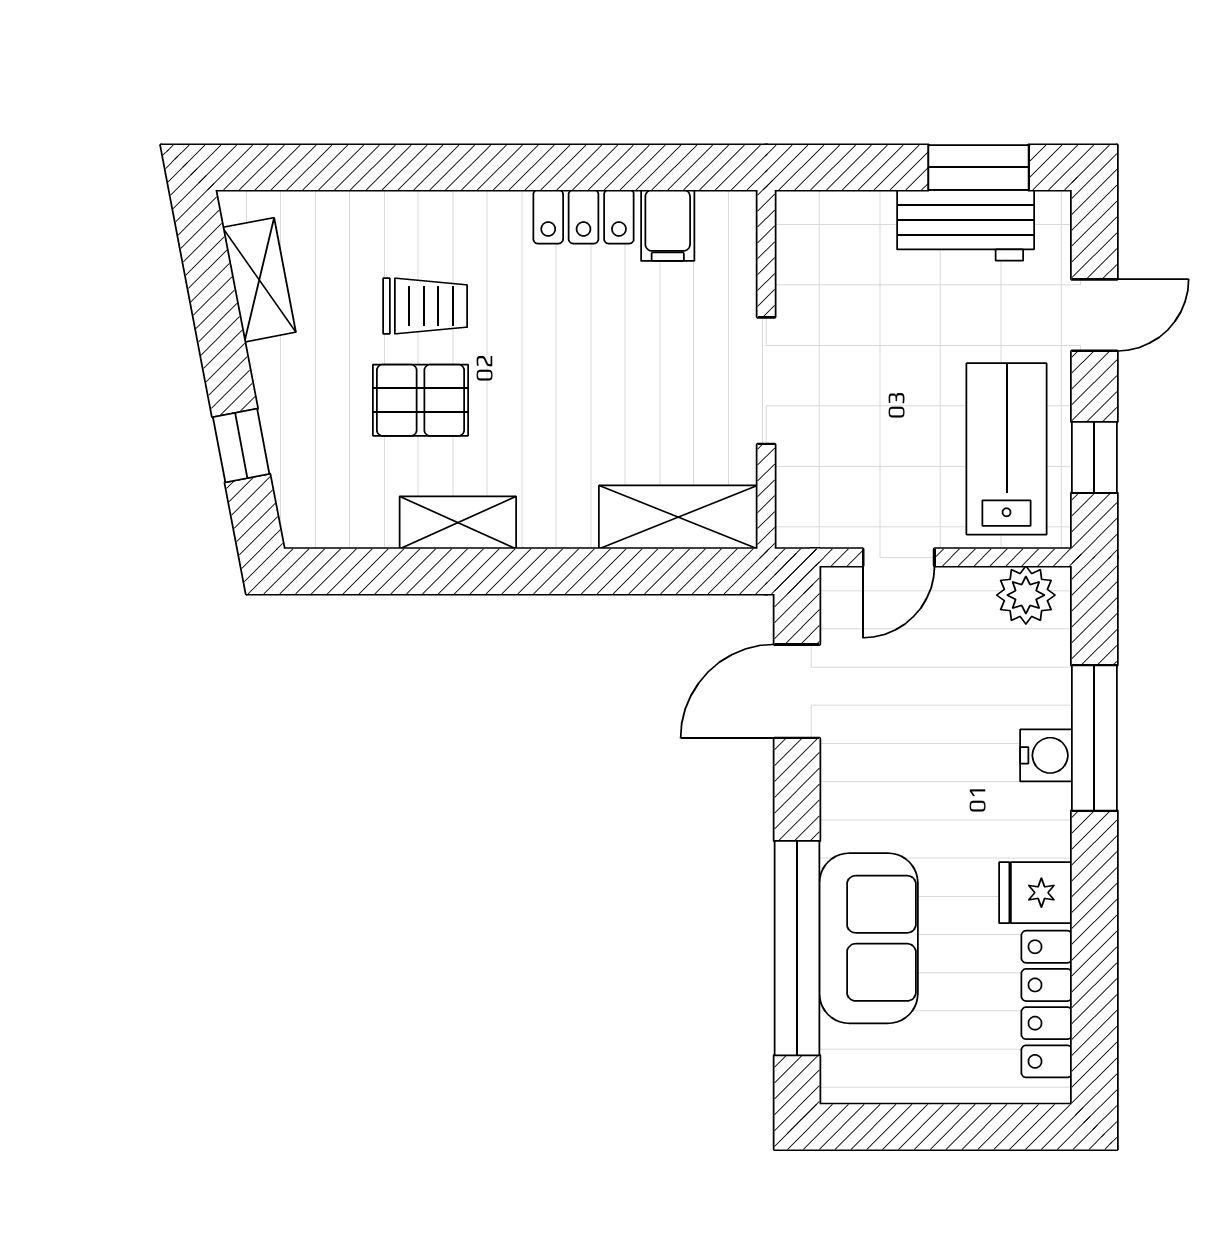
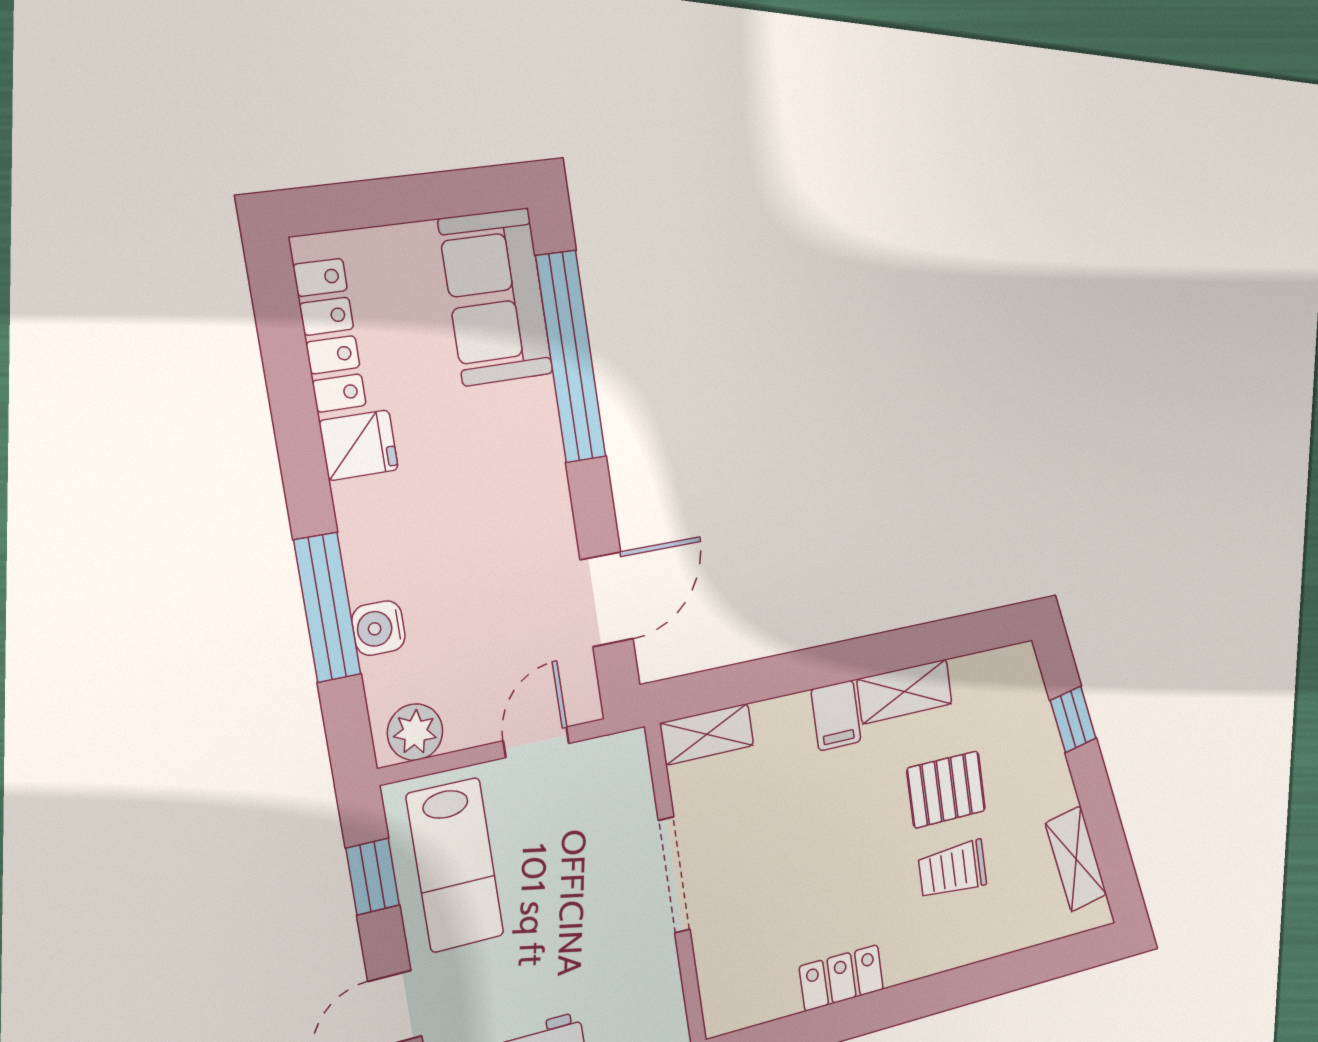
filing cabinet: (668, 225) -> (836, 715), moved, turned 180
shelving: (678, 517) -> (707, 734), width x0.67, depth x0.75
water cooler: (1046, 755) -> (379, 628), moved
sofa: (869, 938) -> (496, 297), moved

